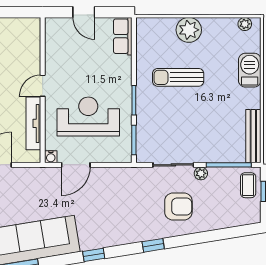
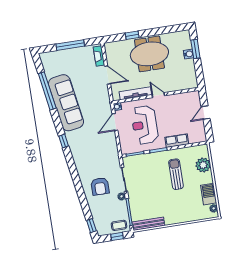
plant: (189, 30) -> (203, 165), moved
row of seats: (123, 36) -> (177, 141), moved
barbecue: (250, 70) -> (209, 194), moved, turned -90
reception desk: (88, 116) -> (145, 125), turned 180
door: (76, 165) -> (115, 122), hinge flipped
window: (153, 245) -> (91, 226), moved

